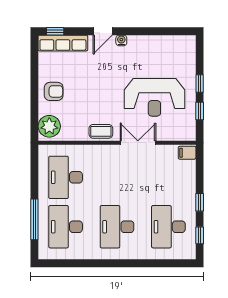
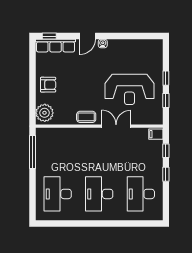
desk: (66, 177) -> (58, 154), removed
window: (34, 219) -> (33, 152), moved
window: (200, 235) -> (166, 151), moved

